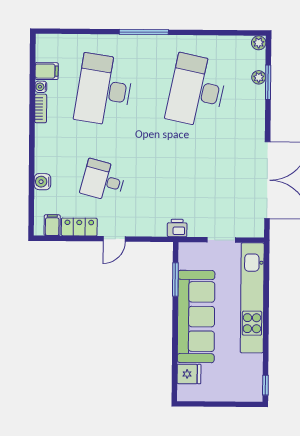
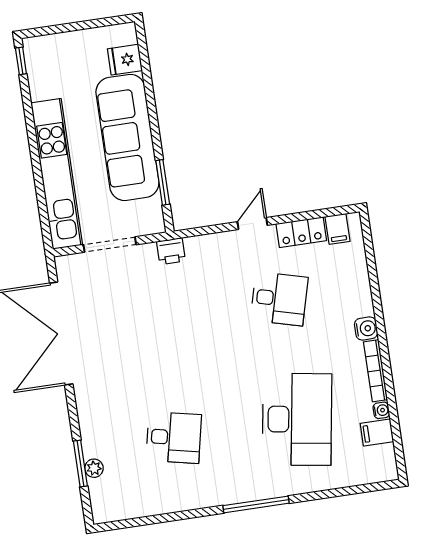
plant: (259, 43) -> (101, 514), removed
desk: (197, 91) -> (174, 437), width x0.53, depth x0.77
bookcase: (41, 108) -> (376, 371), width x1.56
water cooler: (42, 182) -> (366, 329), moved
doorway: (221, 240) -> (110, 245), width x1.38

